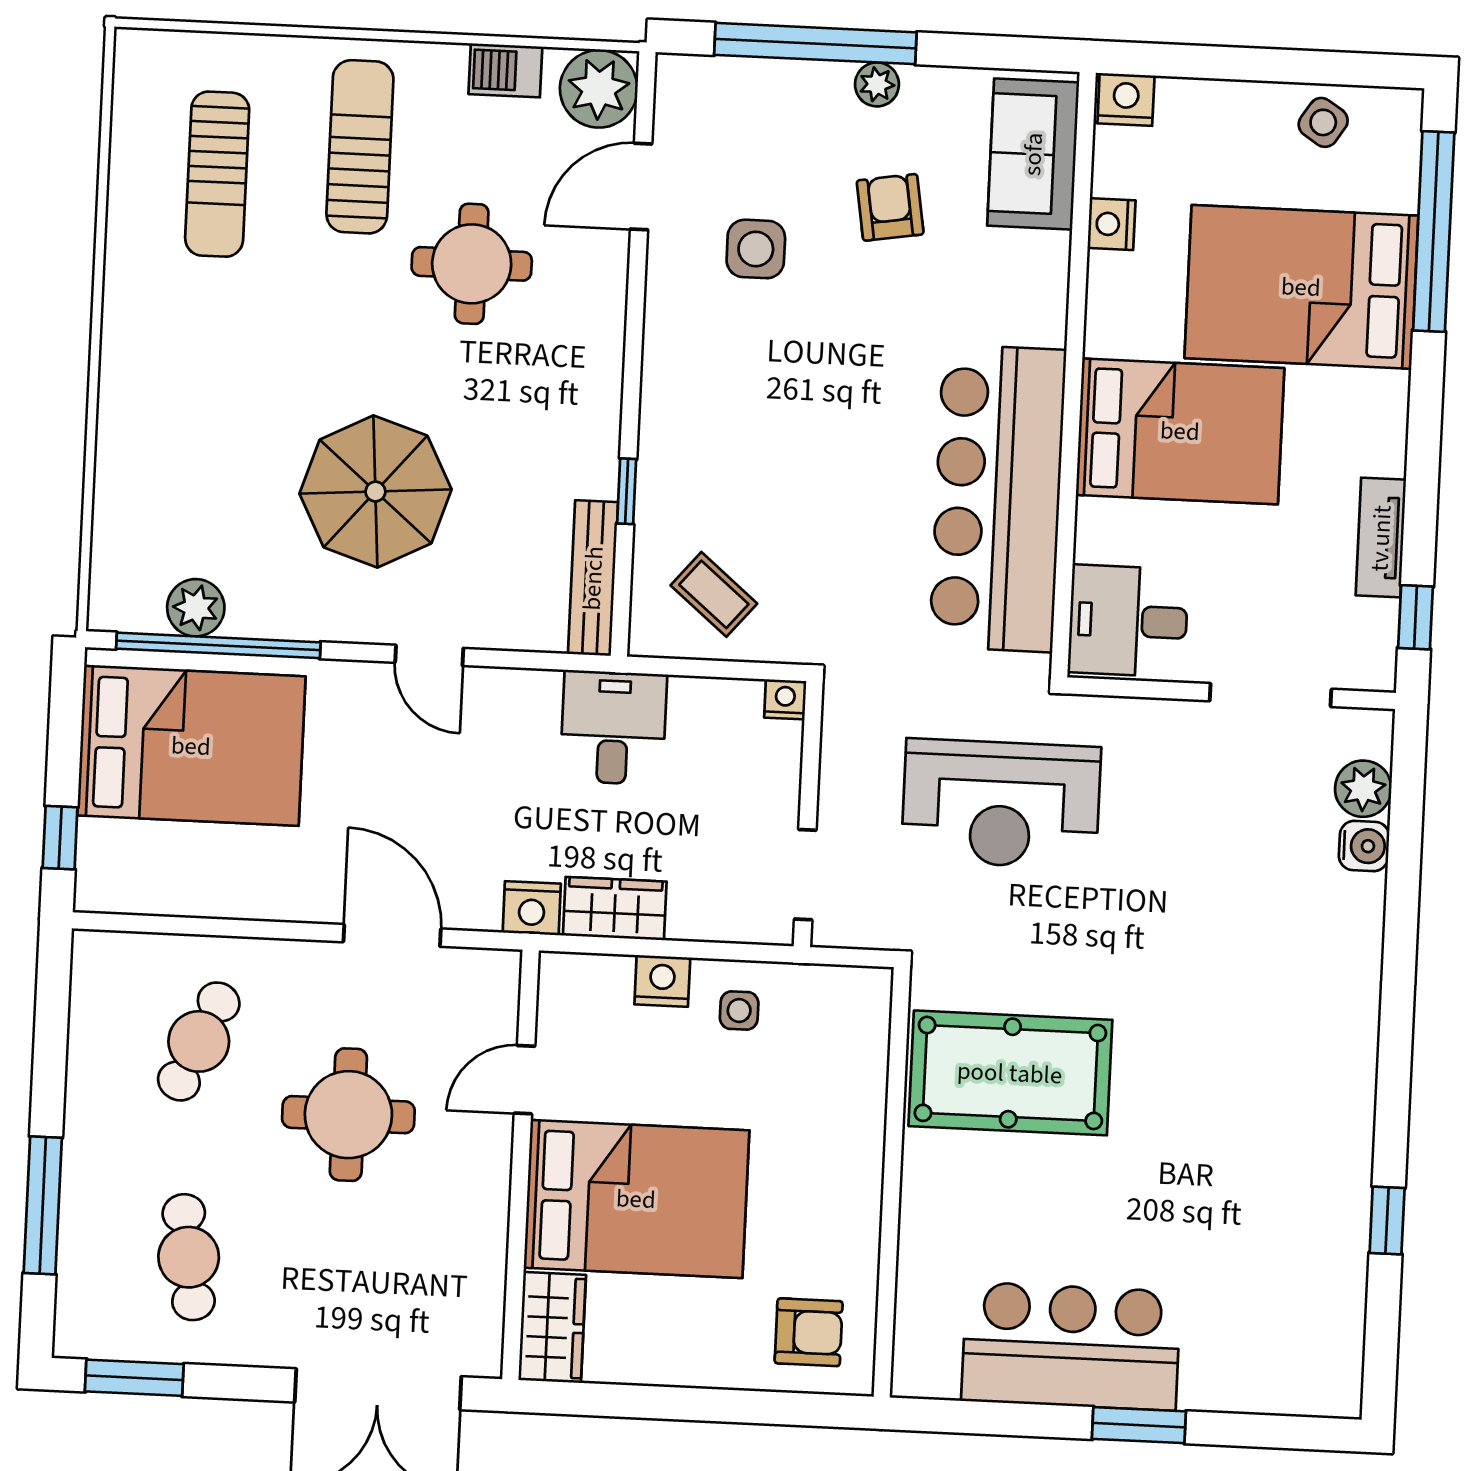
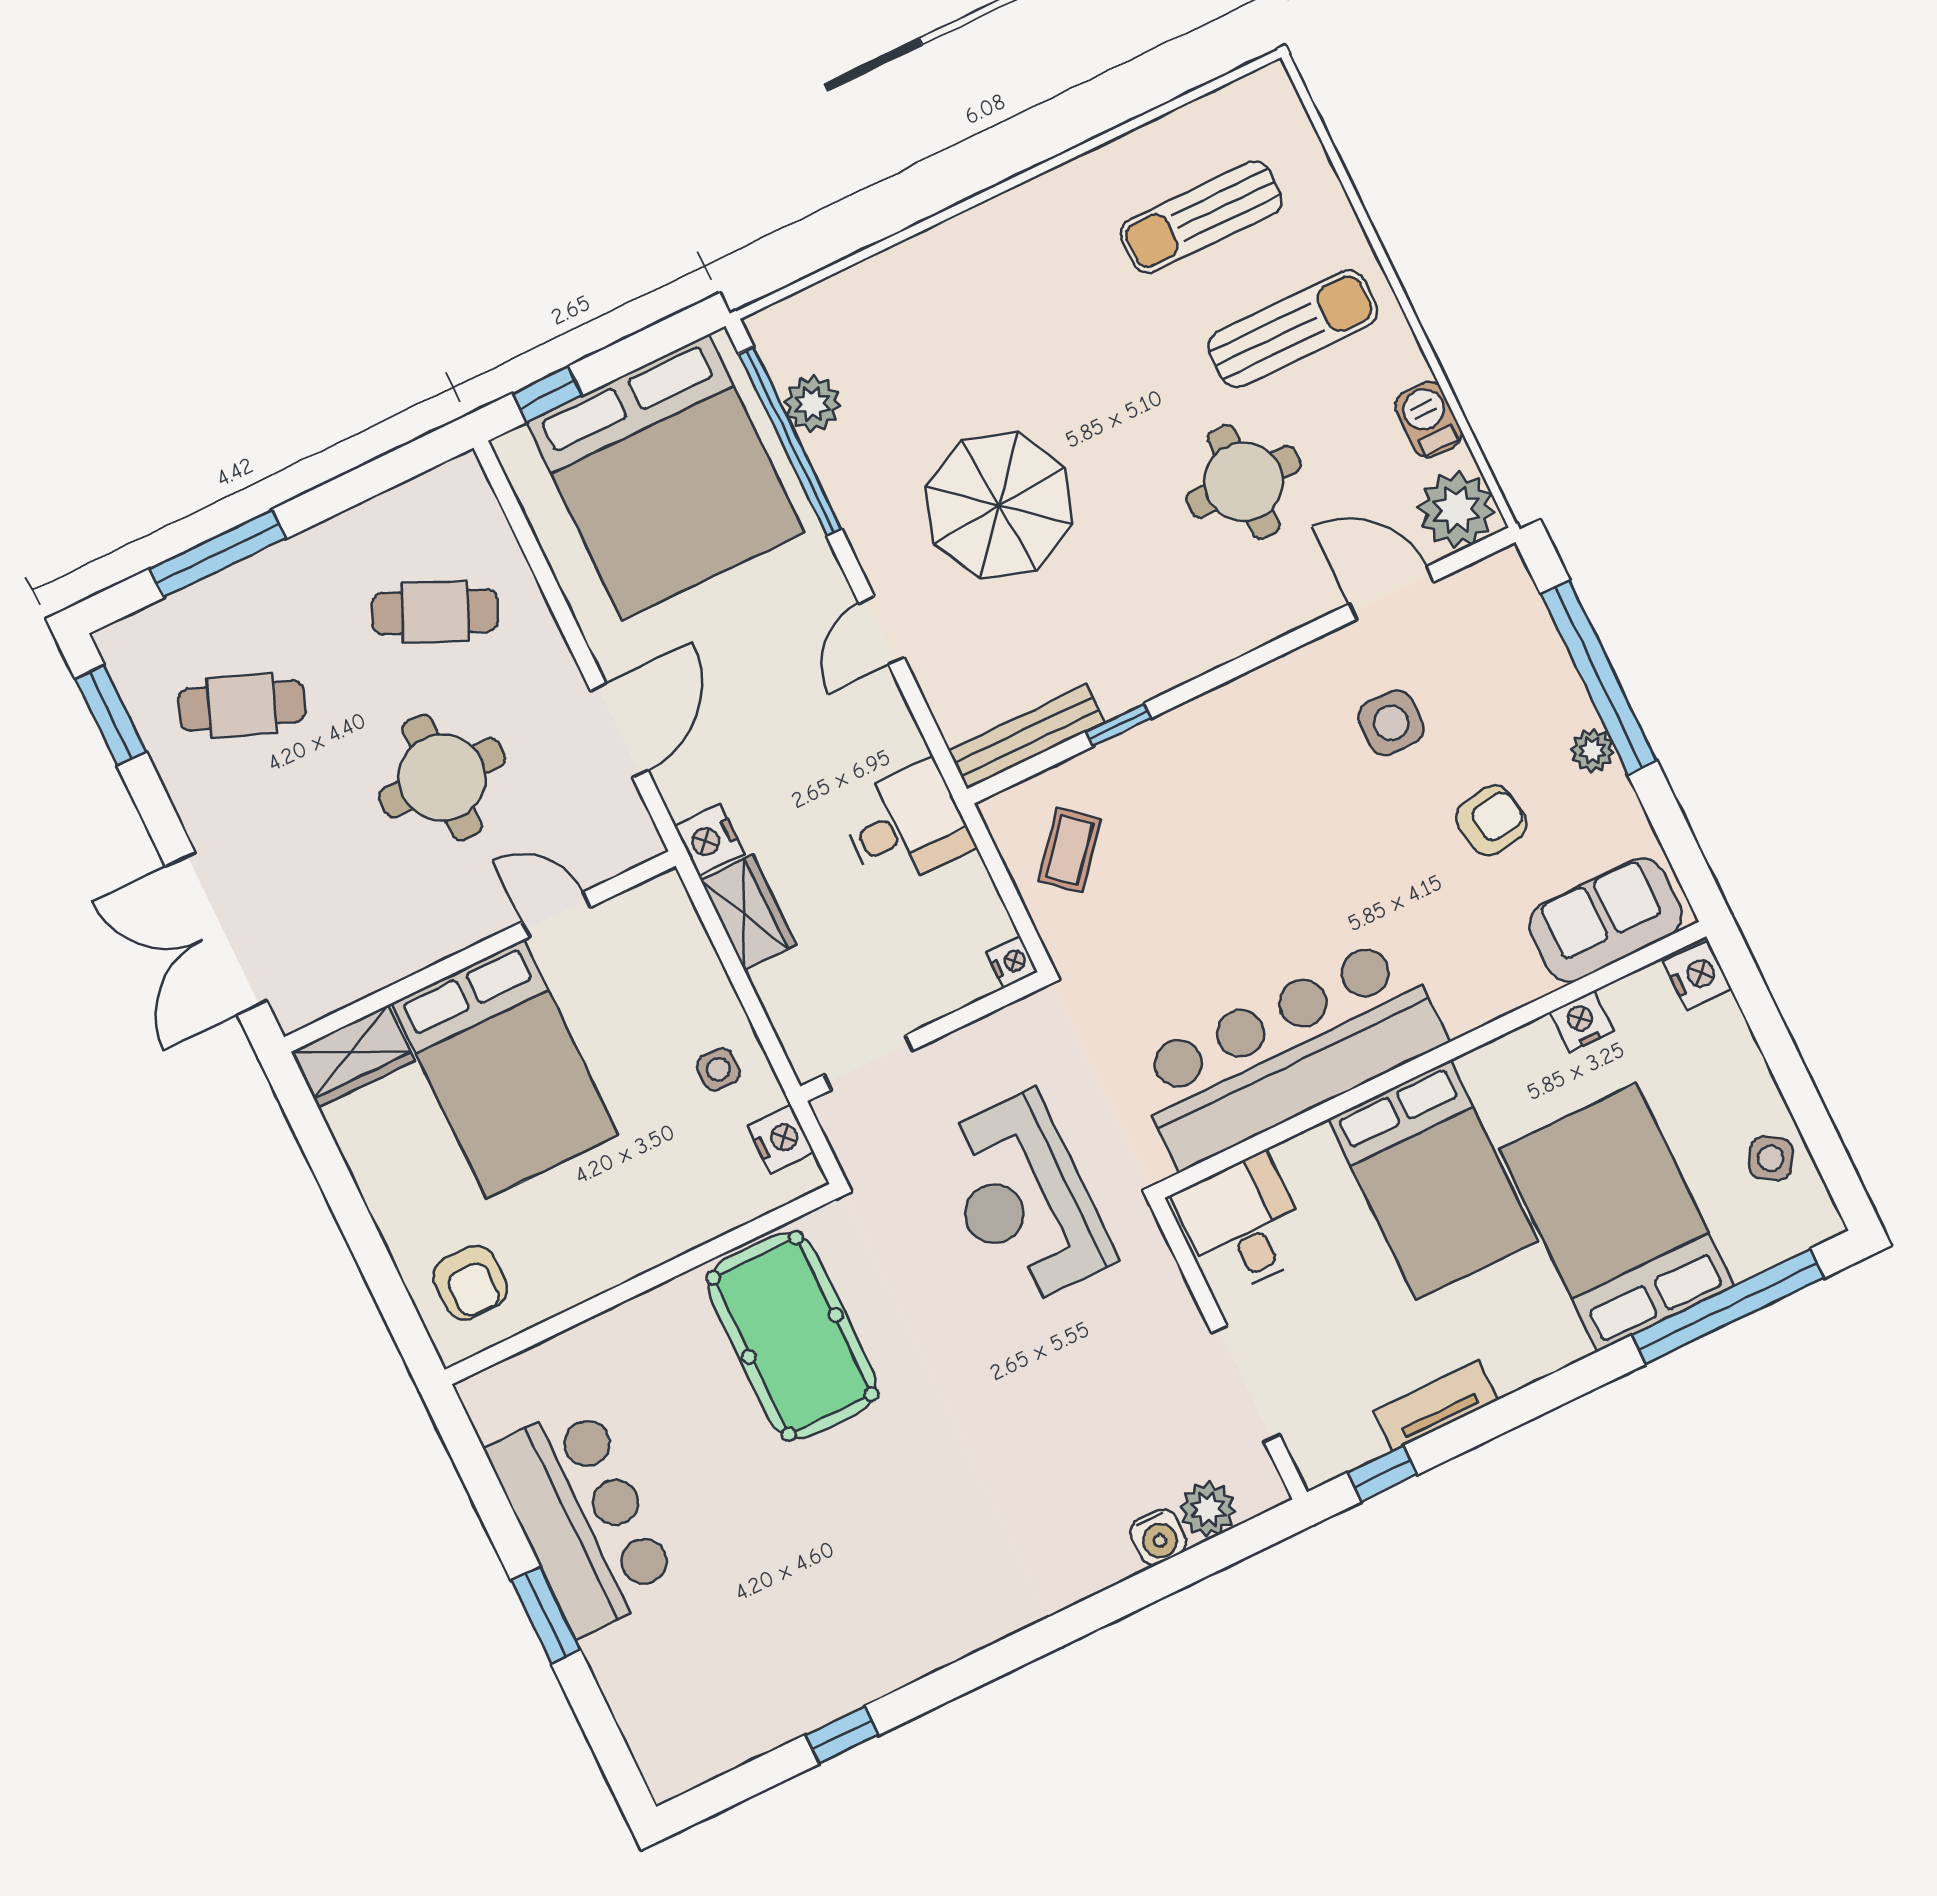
bed: (191, 746) -> (665, 477), width x1.36
nightstand: (662, 981) -> (781, 1139), moved
cafe table: (189, 1257) -> (242, 706), turned 30

